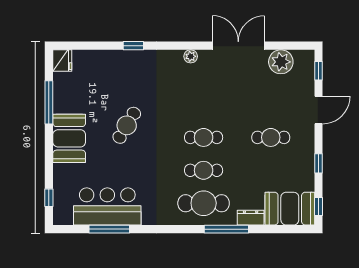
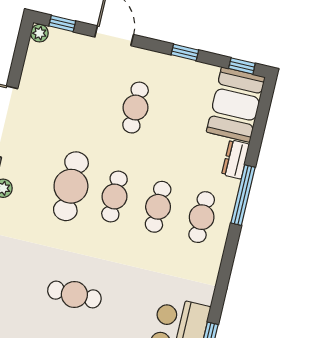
plant: (281, 62) -> (39, 33), moved, width x0.53, depth x0.53
cafe table: (204, 105) -> (71, 186), added
cafe table: (127, 125) -> (74, 294), turned -31
cafe table: (204, 203) -> (202, 217), width x0.73, depth x0.74

